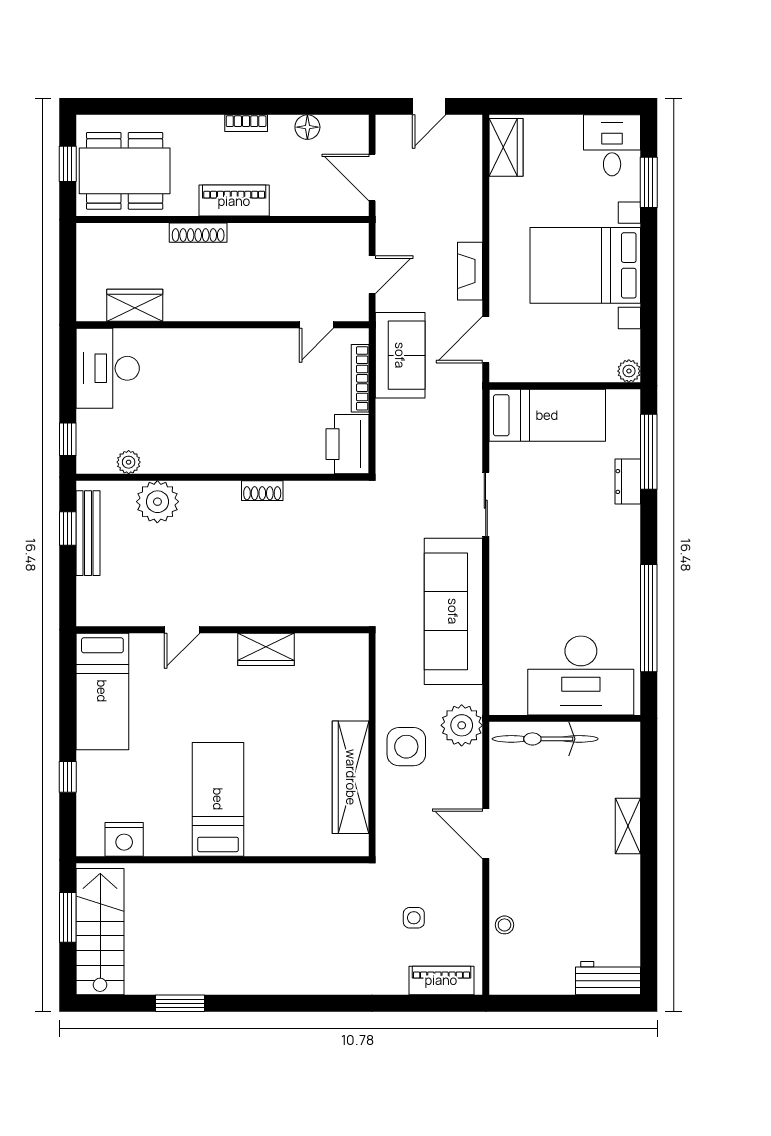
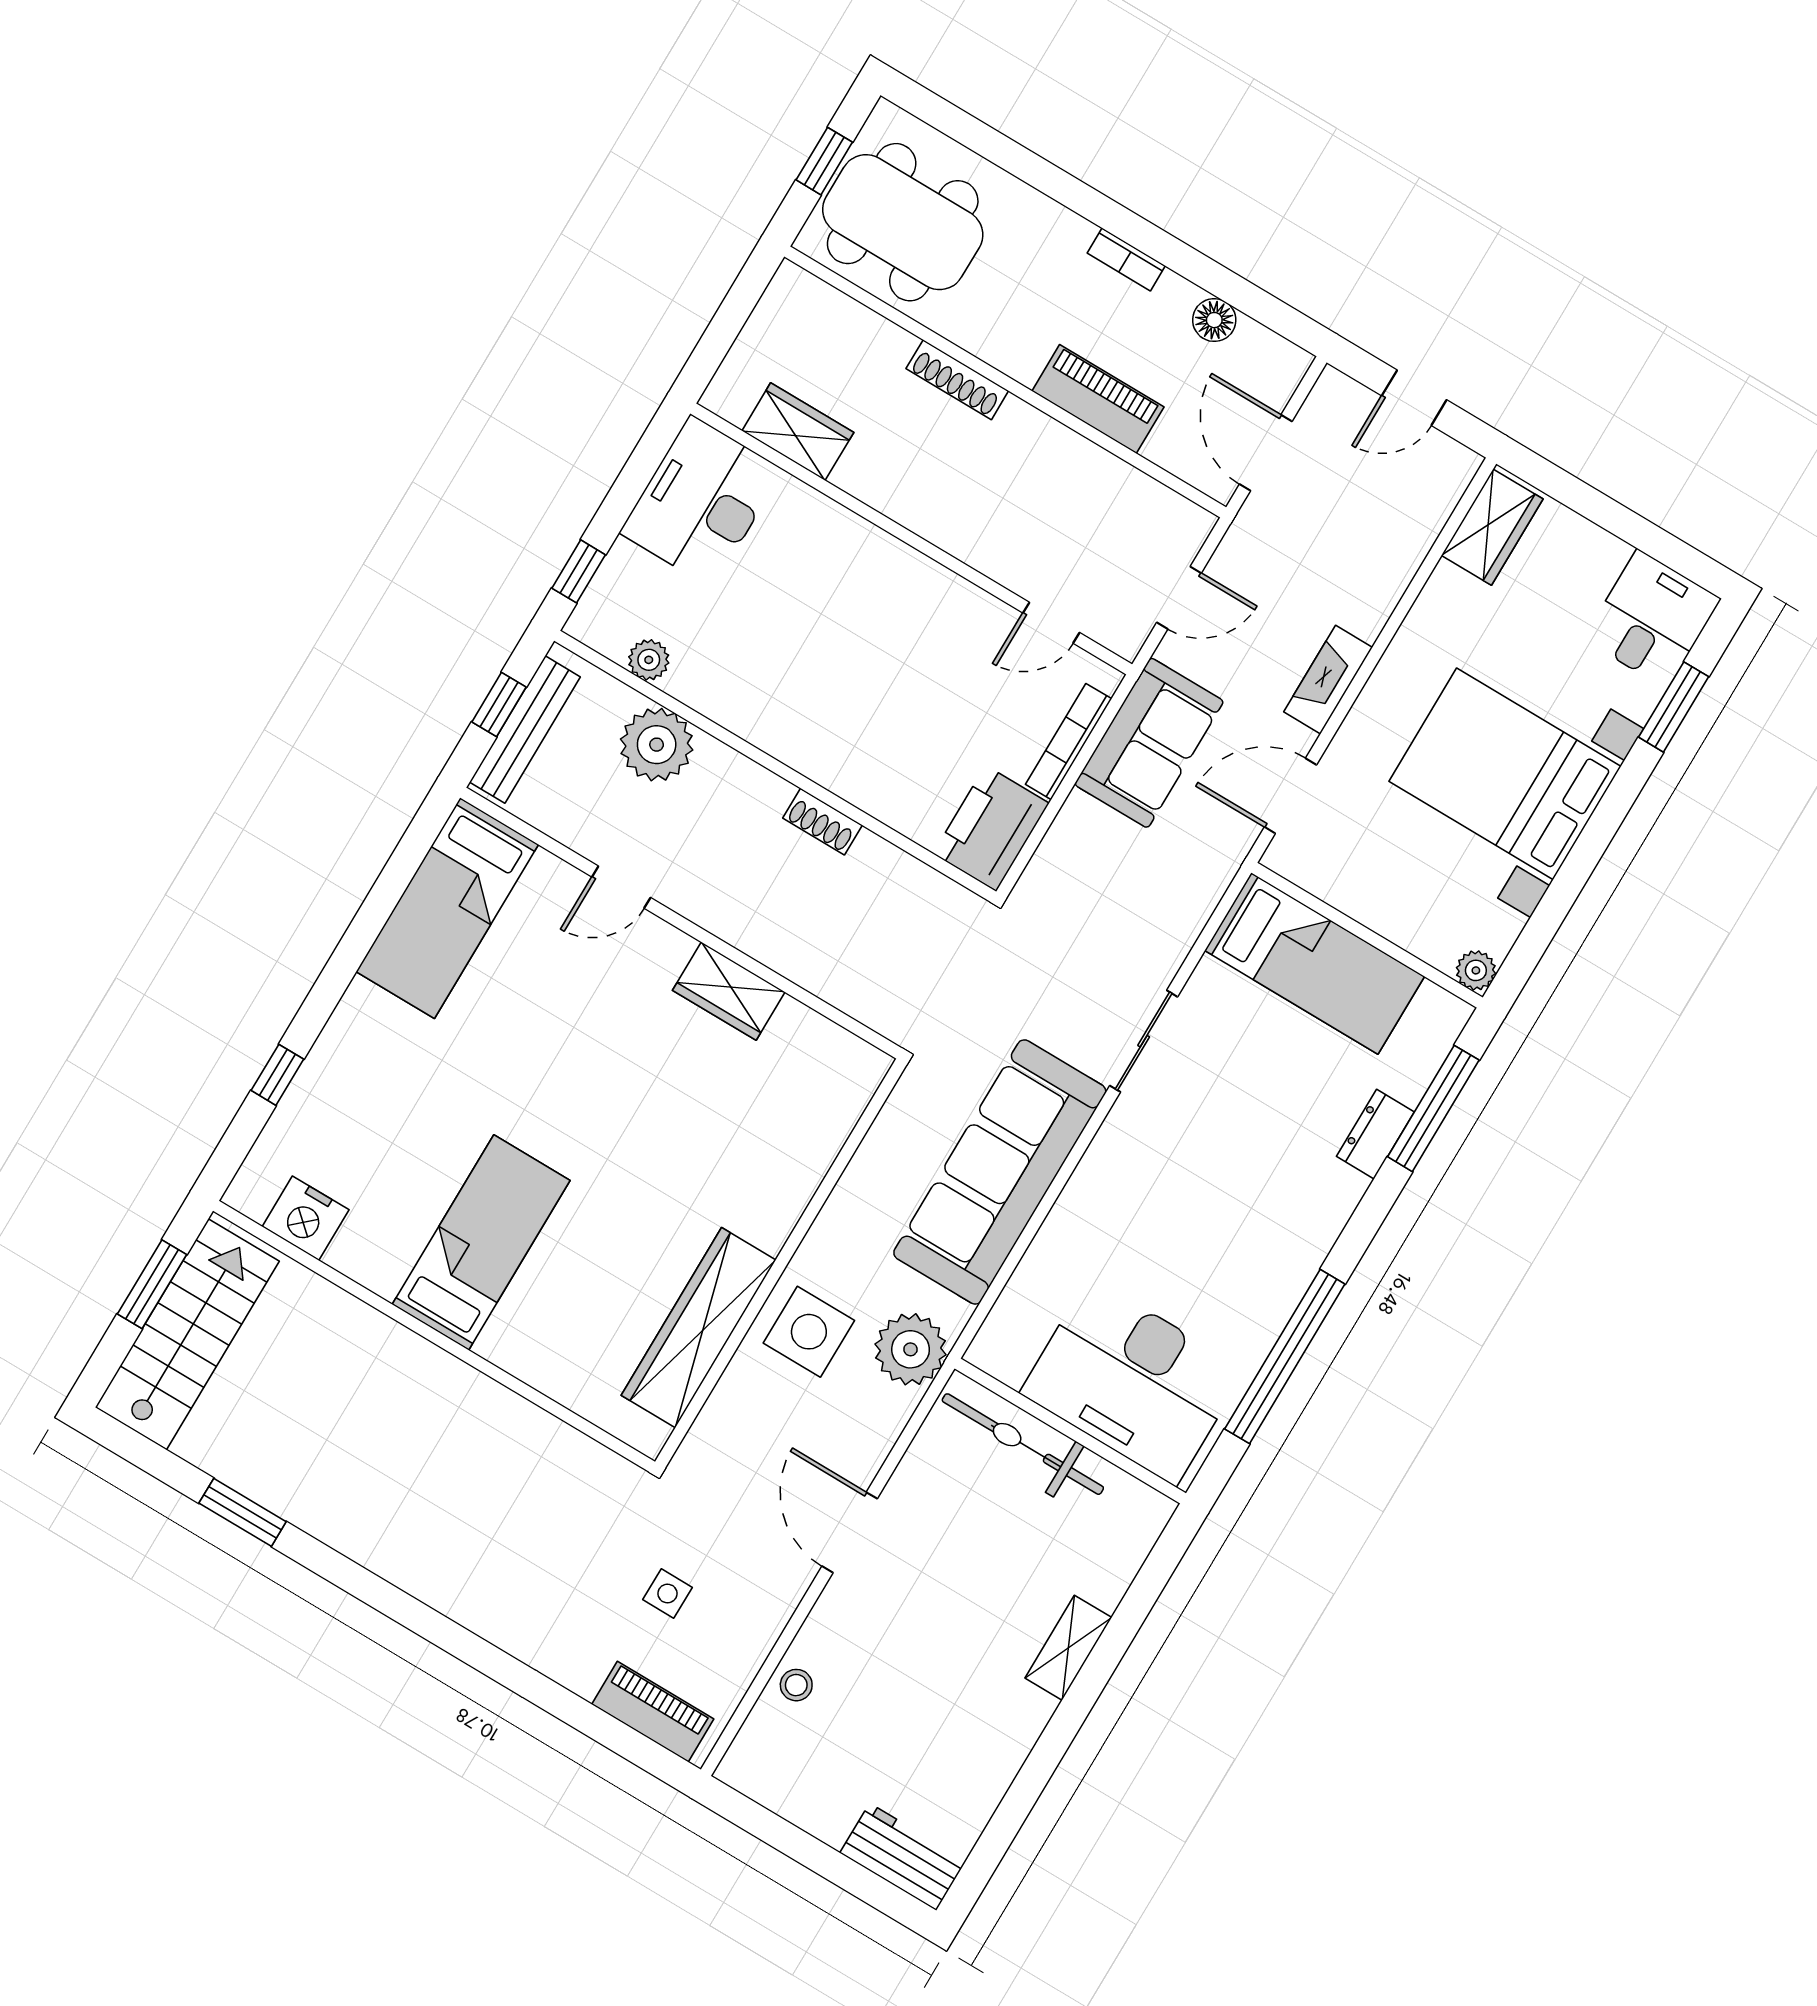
piano: (234, 201) -> (1098, 399), moved
door: (182, 630) -> (621, 887), moved
wall: (222, 630) -> (681, 923), moved
wardrobe: (266, 649) -> (729, 991), moved
bed: (102, 691) -> (447, 908), moved

